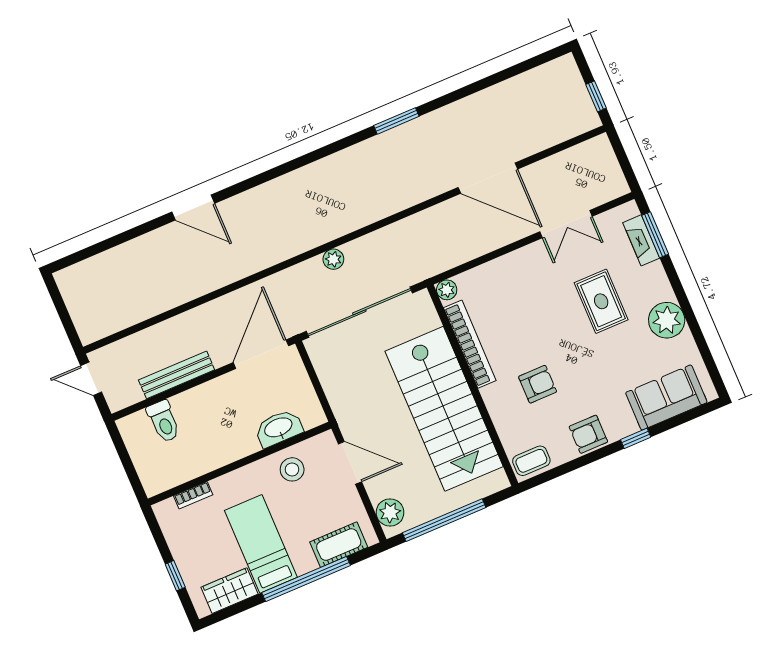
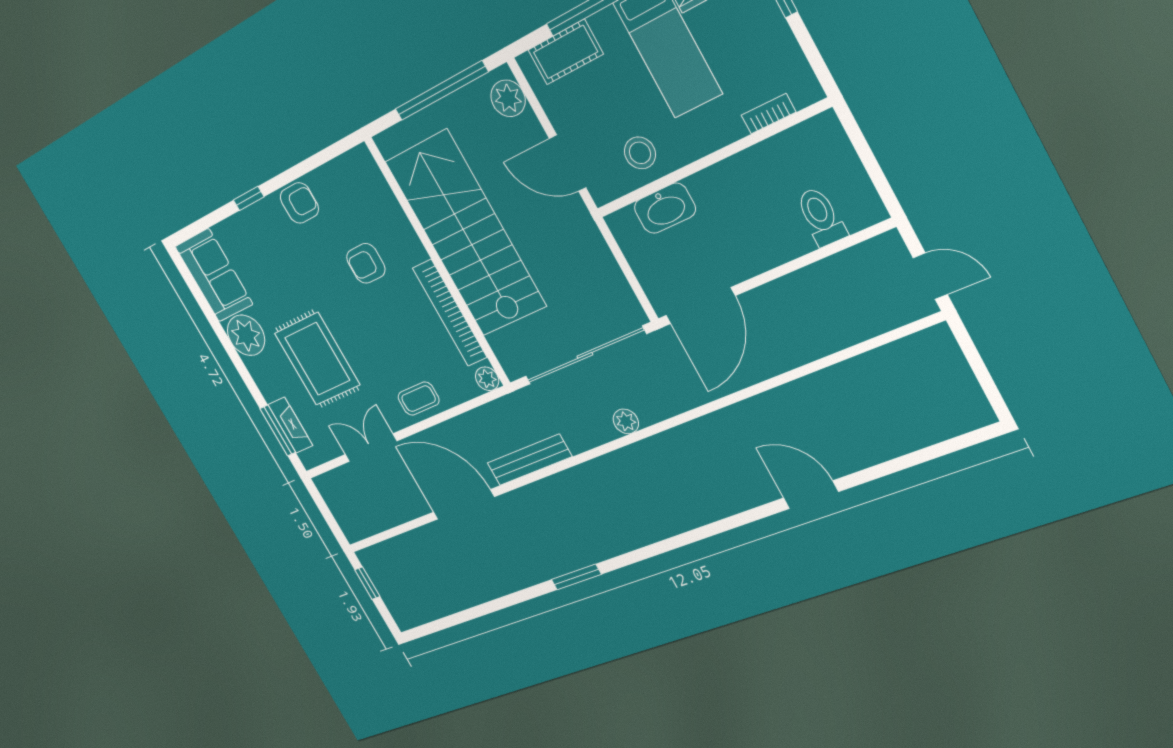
rug: (601, 301) -> (317, 359), width x1.36, depth x1.43
bench: (177, 375) -> (529, 460), moved
sofa: (666, 397) -> (214, 275), moved, turned -90
coffee table: (531, 461) -> (419, 399), moved

